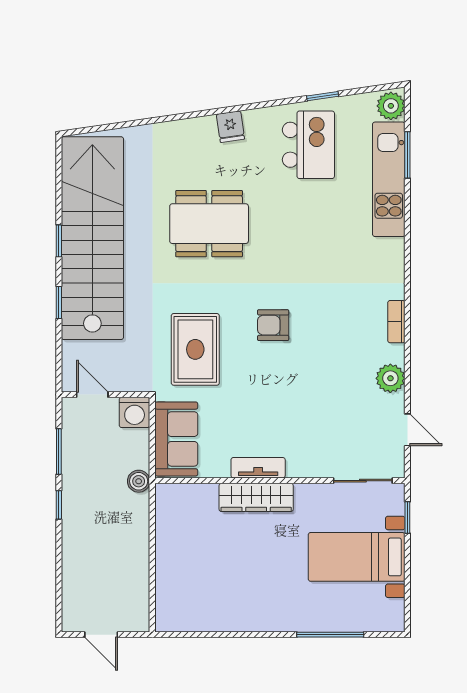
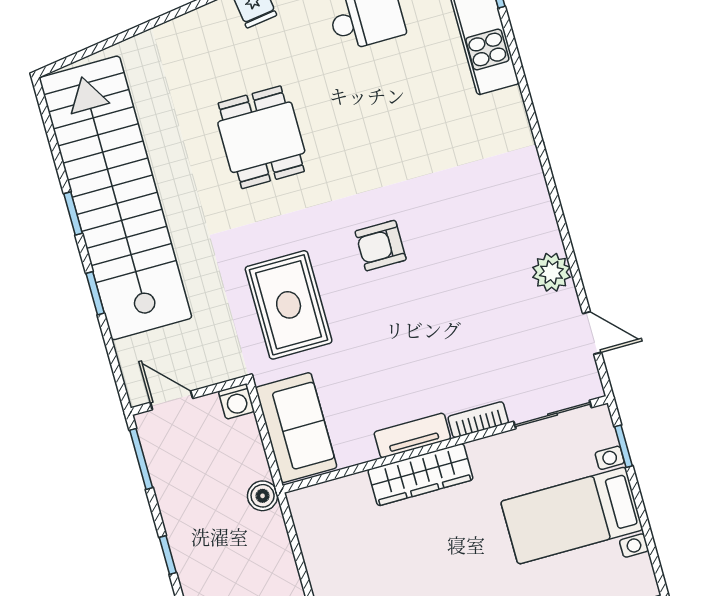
dining table: (209, 224) -> (261, 137), width x0.73
bookcase: (396, 322) -> (478, 420), moved, turned 90
washing machine: (135, 412) -> (236, 401), width x0.73, depth x0.73
window: (59, 451) -> (141, 459), moved

